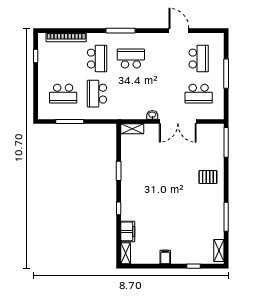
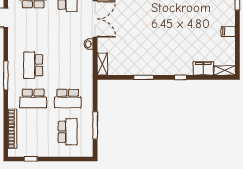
school desk: (97, 59) -> (33, 99), turned 180

